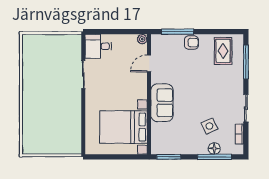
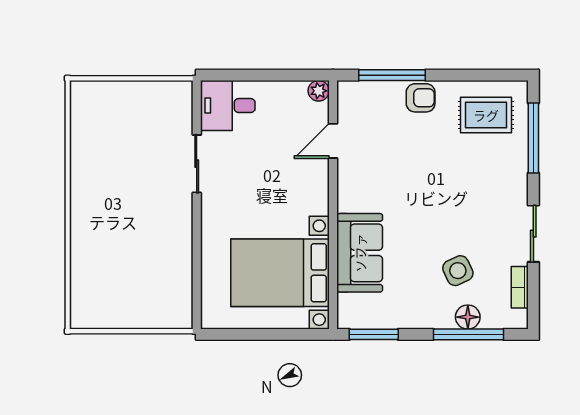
rug: (223, 51) -> (486, 115), turned 90
sofa: (162, 103) -> (360, 253), moved

